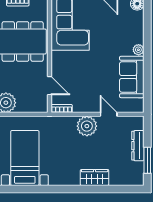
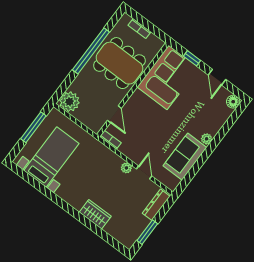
plant: (87, 126) -> (126, 168), width x0.53, depth x0.53
dresser: (138, 146) -> (156, 205), moved

